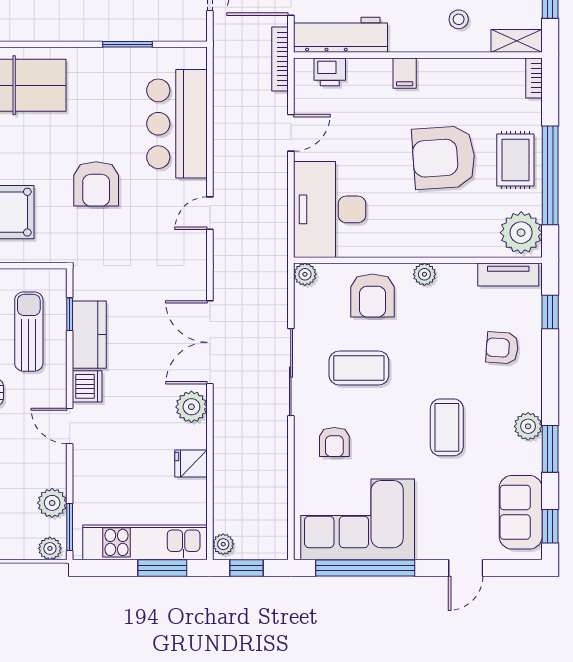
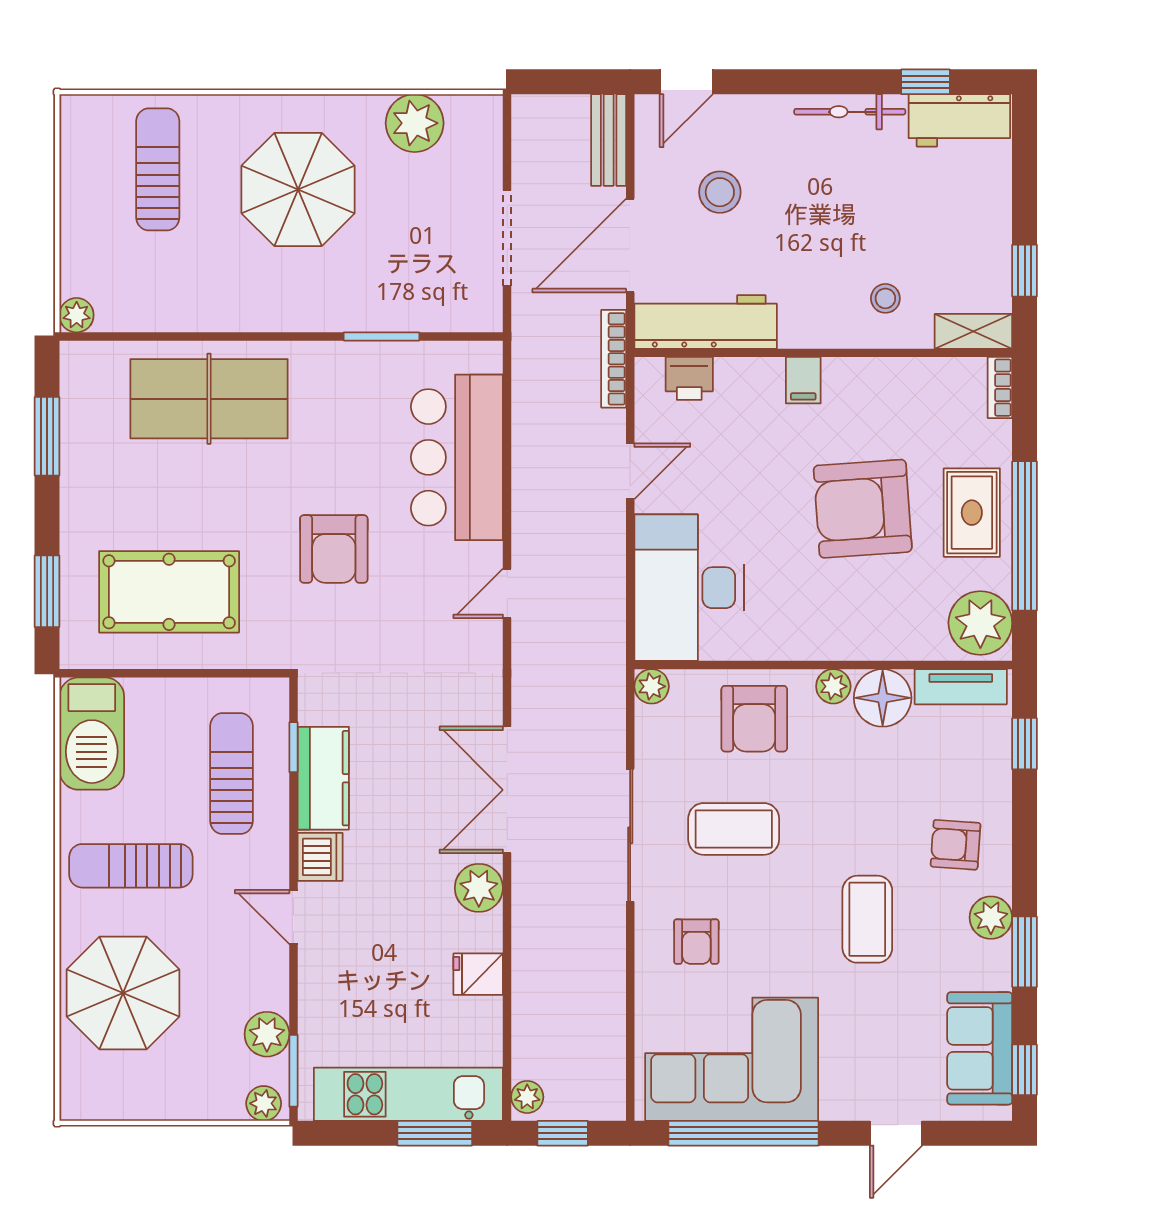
floor lamp: (457, 282) -> (883, 698), added
armchair: (502, 348) -> (956, 845), moved

